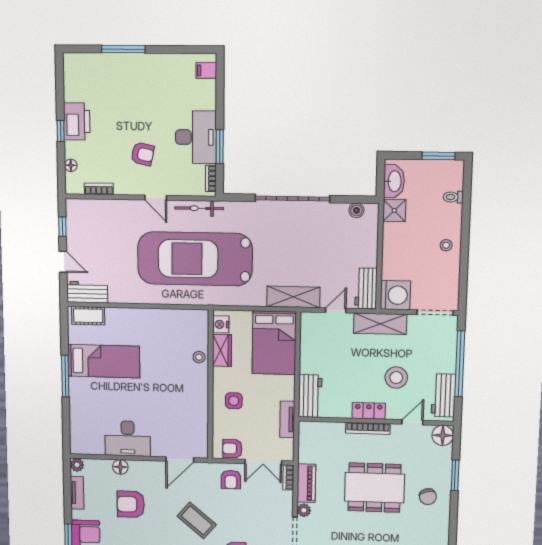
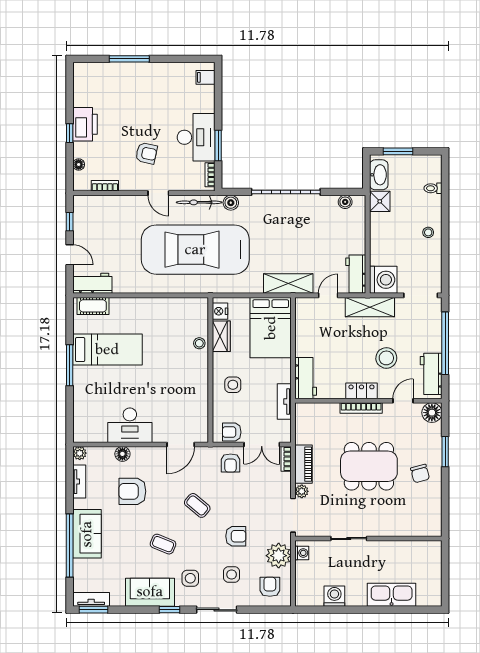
window: (438, 156) -> (398, 151), moved
boiler: (233, 209) -> (231, 203), added
coffee table: (197, 520) -> (197, 505), width x0.73, depth x0.77

